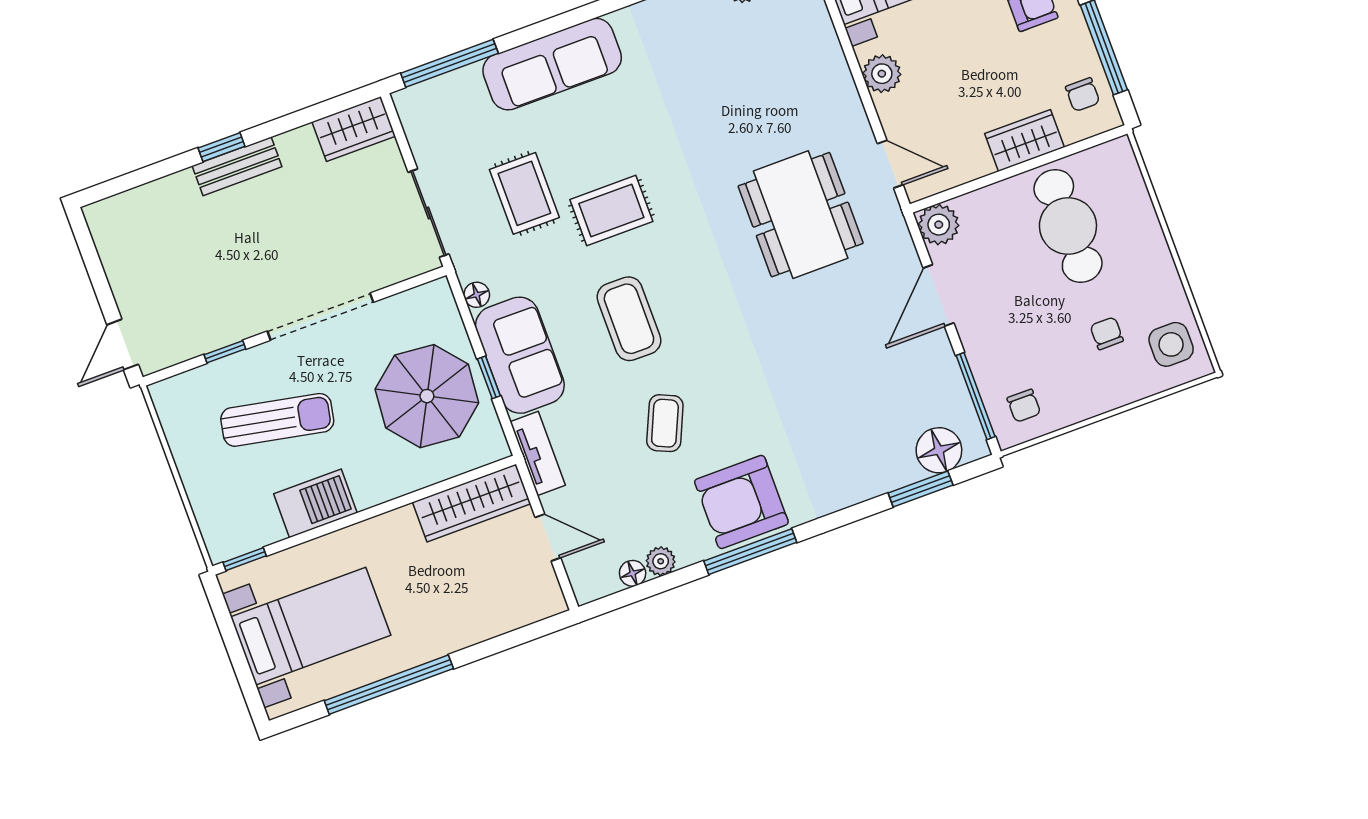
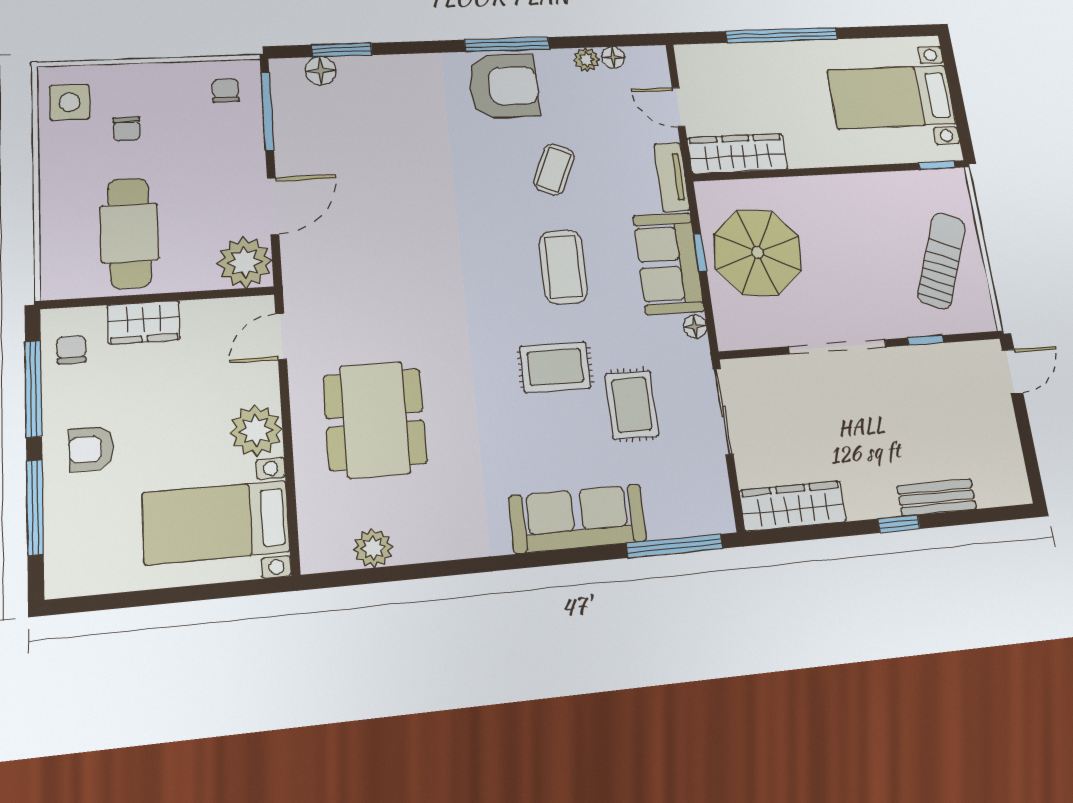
plant: (882, 74) -> (256, 431), width x1.36, depth x1.36
wardrobe: (354, 129) -> (793, 506), width x1.50
door: (890, 164) -> (281, 336), hinge flipped
bench: (237, 166) -> (937, 497), moved
dining table: (801, 215) -> (375, 419), moved
plant: (939, 225) -> (245, 262), width x1.36, depth x1.36
sun lounger: (277, 420) -> (941, 261), moved, turned 101
floor lamp: (939, 450) -> (321, 71), width x0.73, depth x0.73
barbecue: (315, 503) -> (870, 192), removed
window: (389, 685) -> (782, 35), moved

